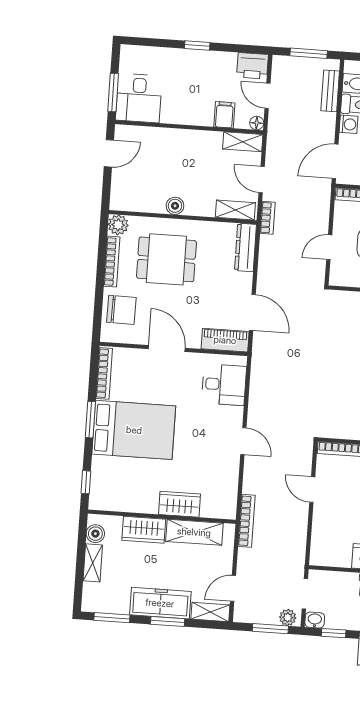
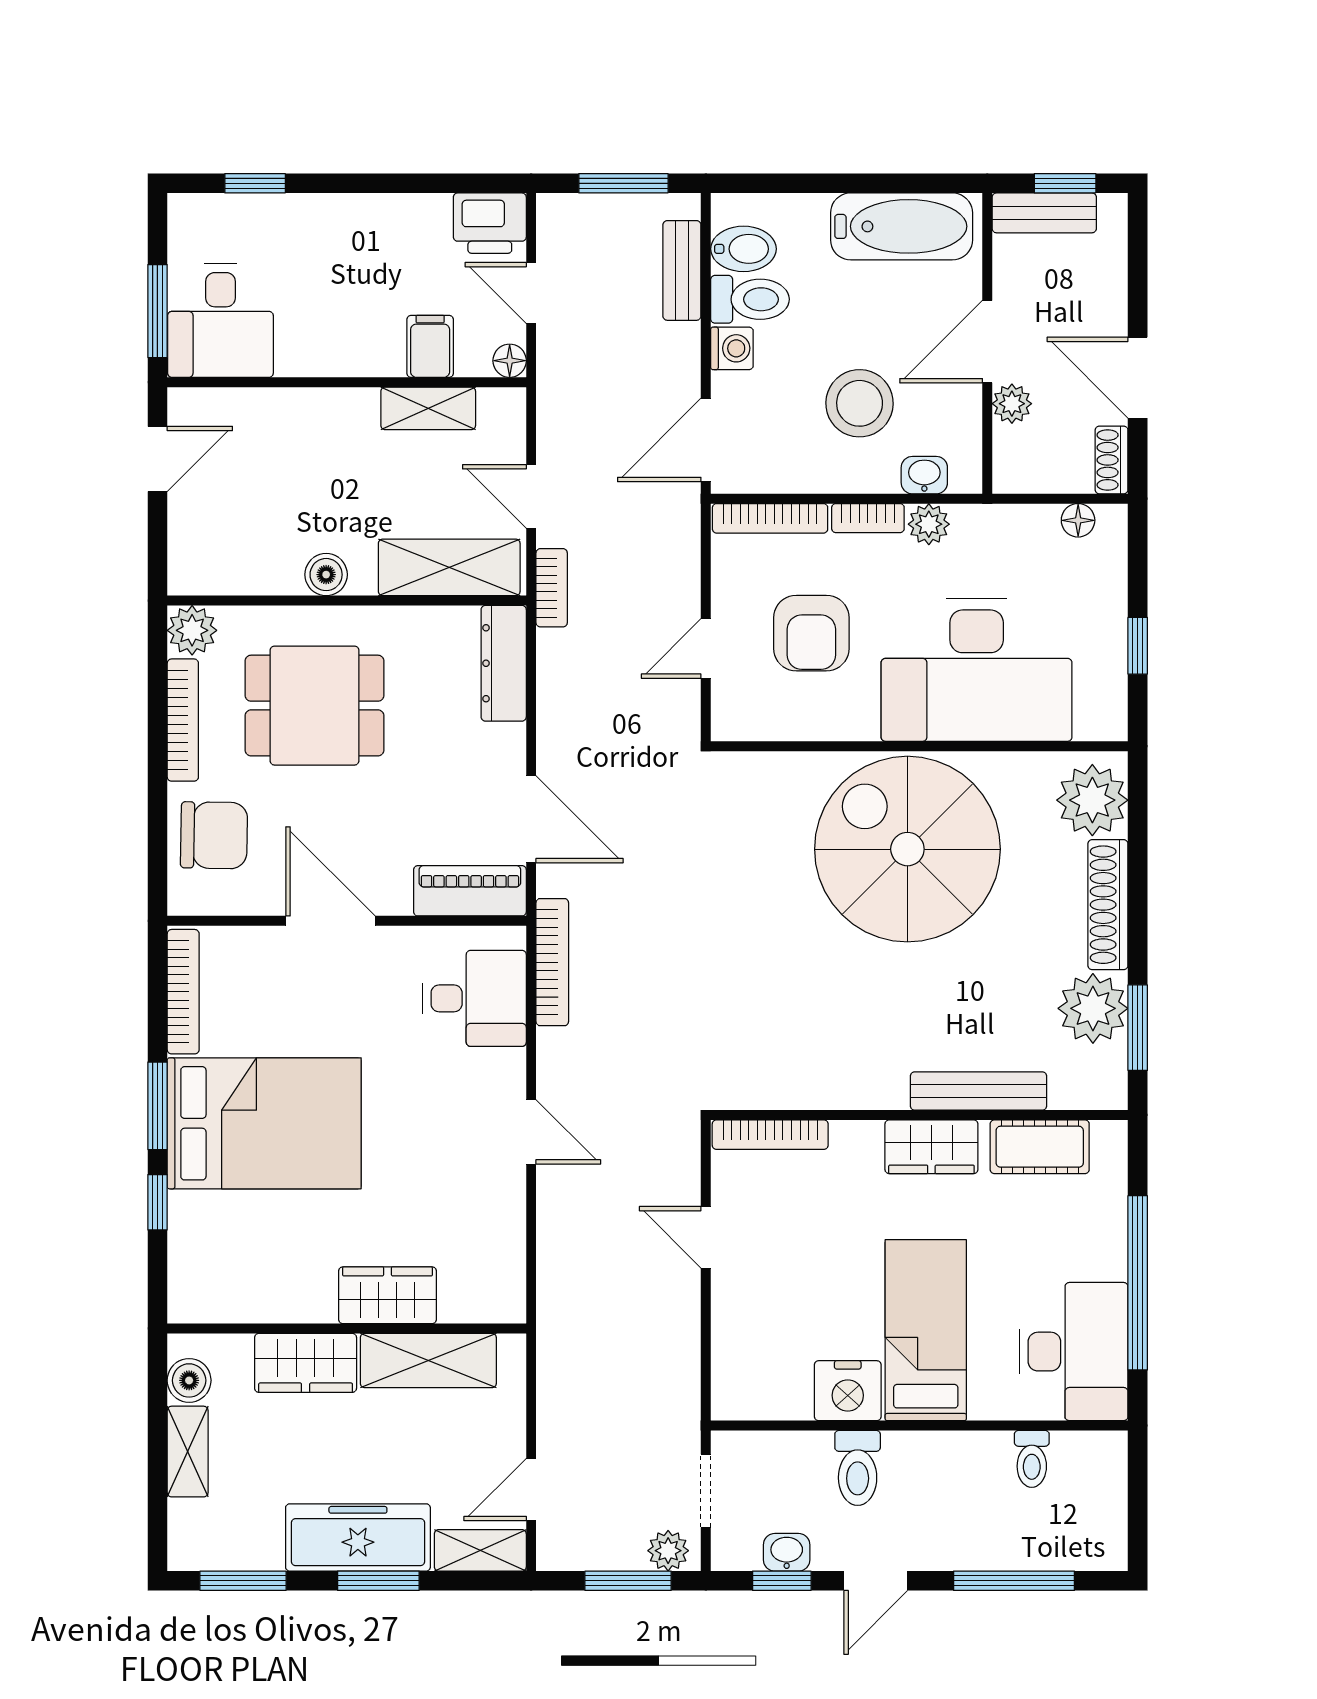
window: (197, 45) -> (255, 183), moved
shelving: (243, 142) -> (428, 408), moved
shelving: (235, 210) -> (449, 567), width x1.50, depth x1.33
window: (86, 482) -> (157, 1202), moved
bookcase: (247, 521) -> (552, 962), moved
washbasin: (315, 620) -> (787, 1552), moved

